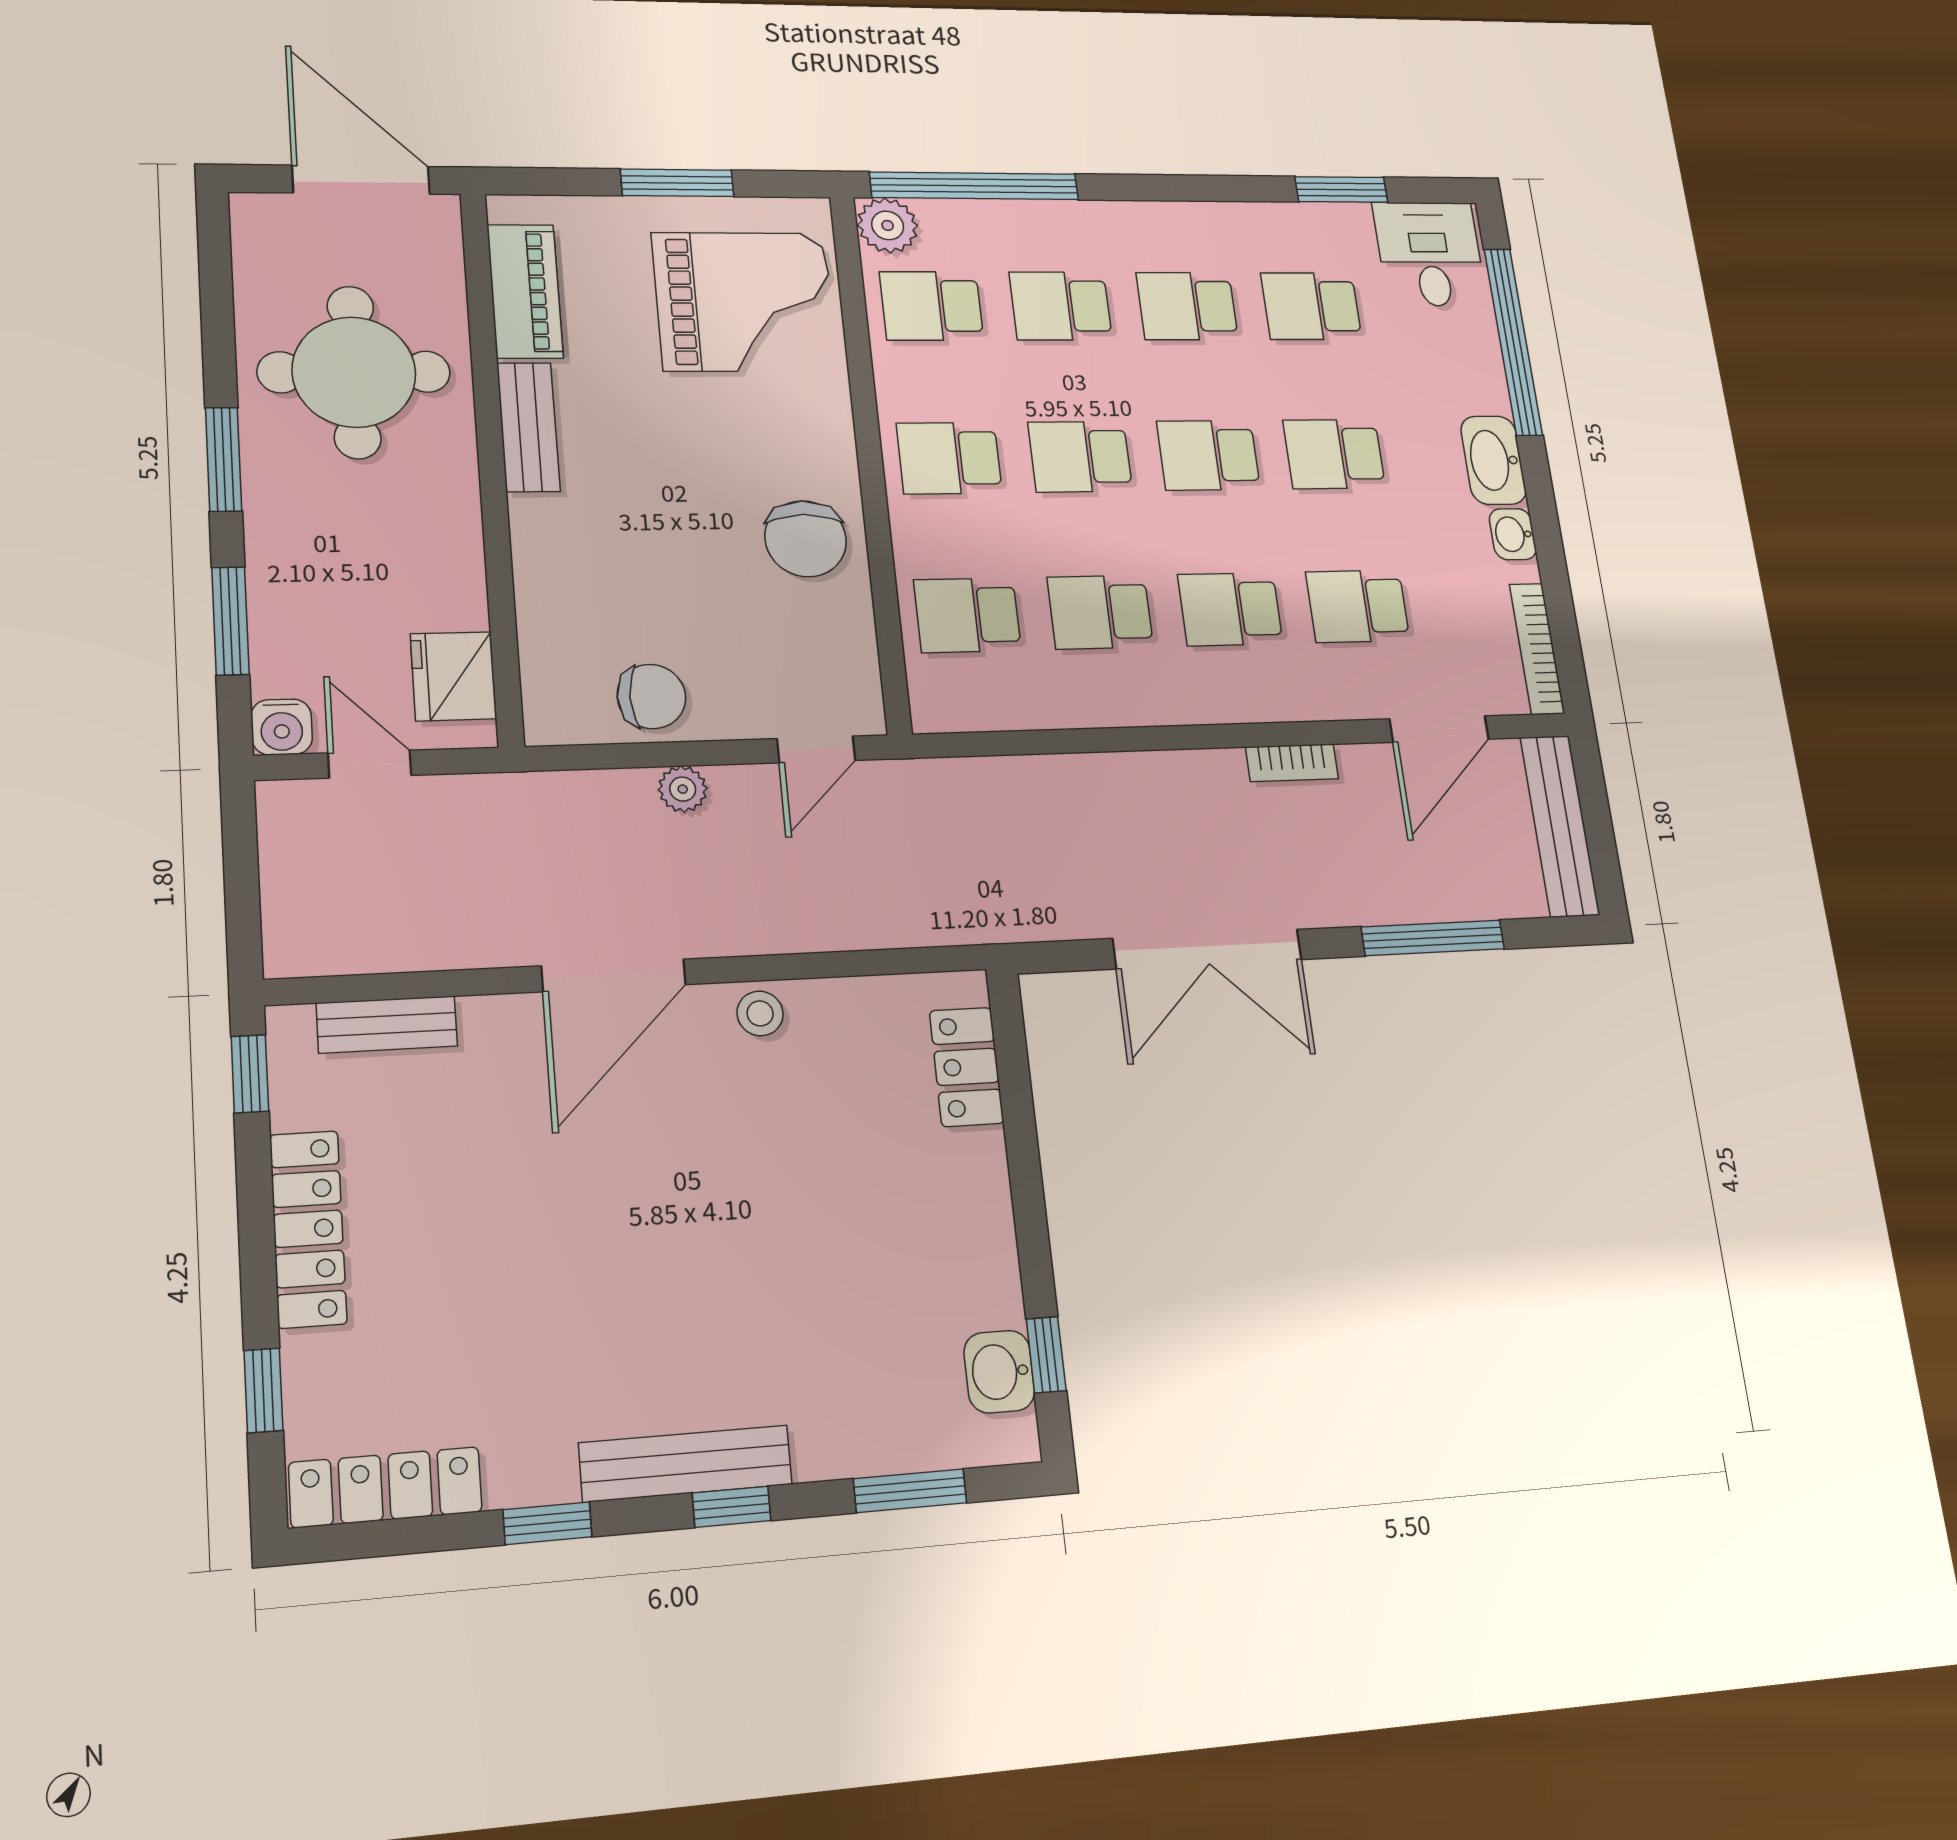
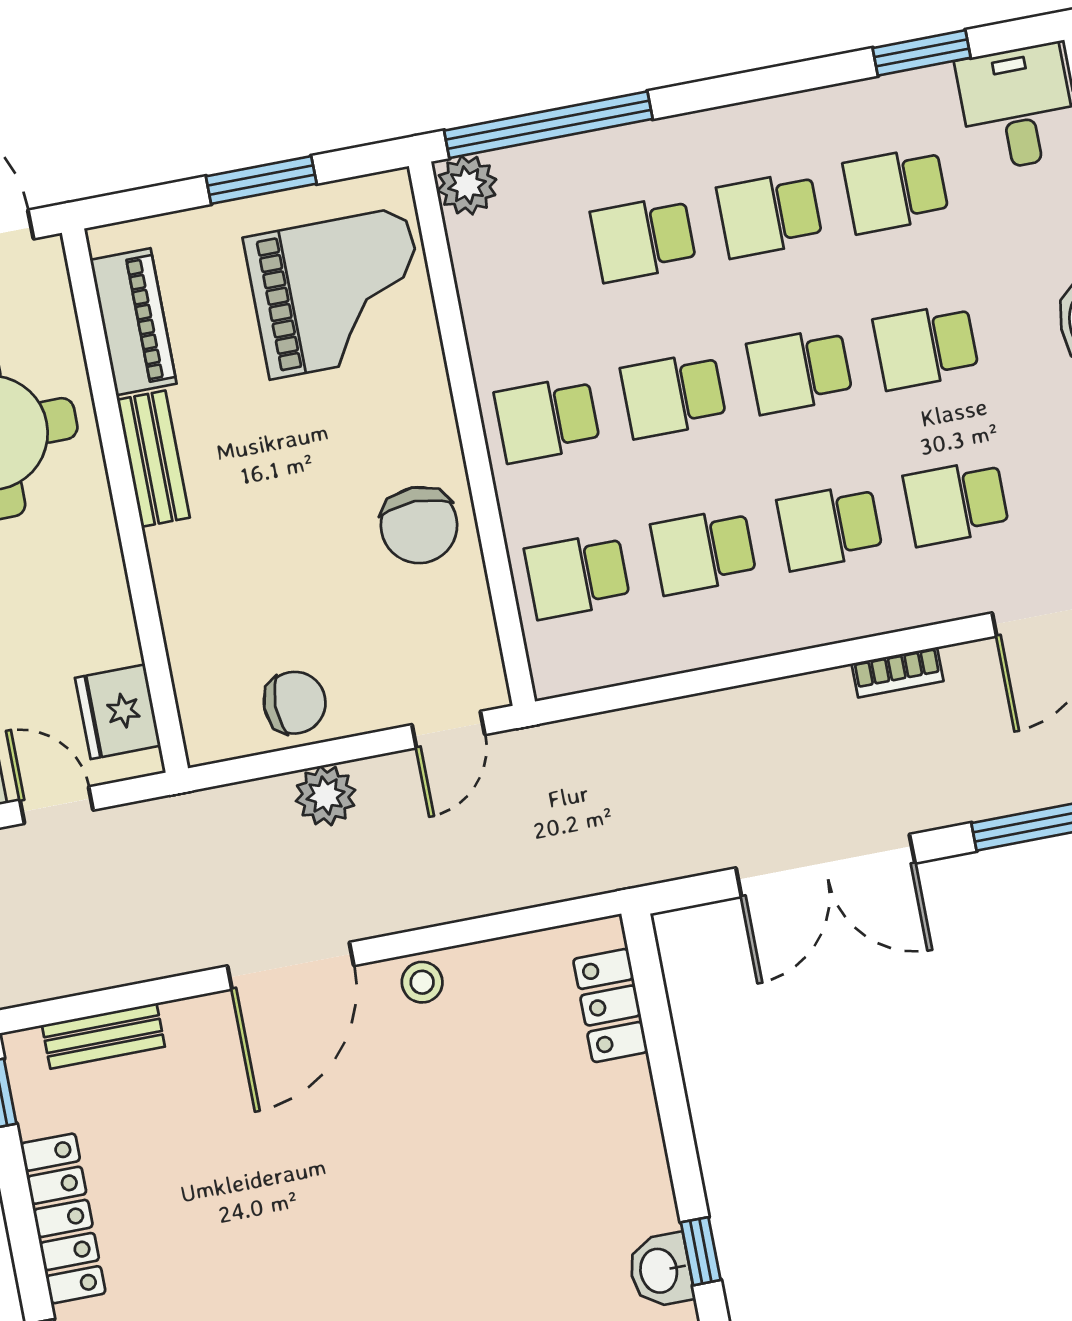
school desk: (932, 306) -> (517, 263), removed
plant: (683, 789) -> (326, 796), width x1.38, depth x1.38

